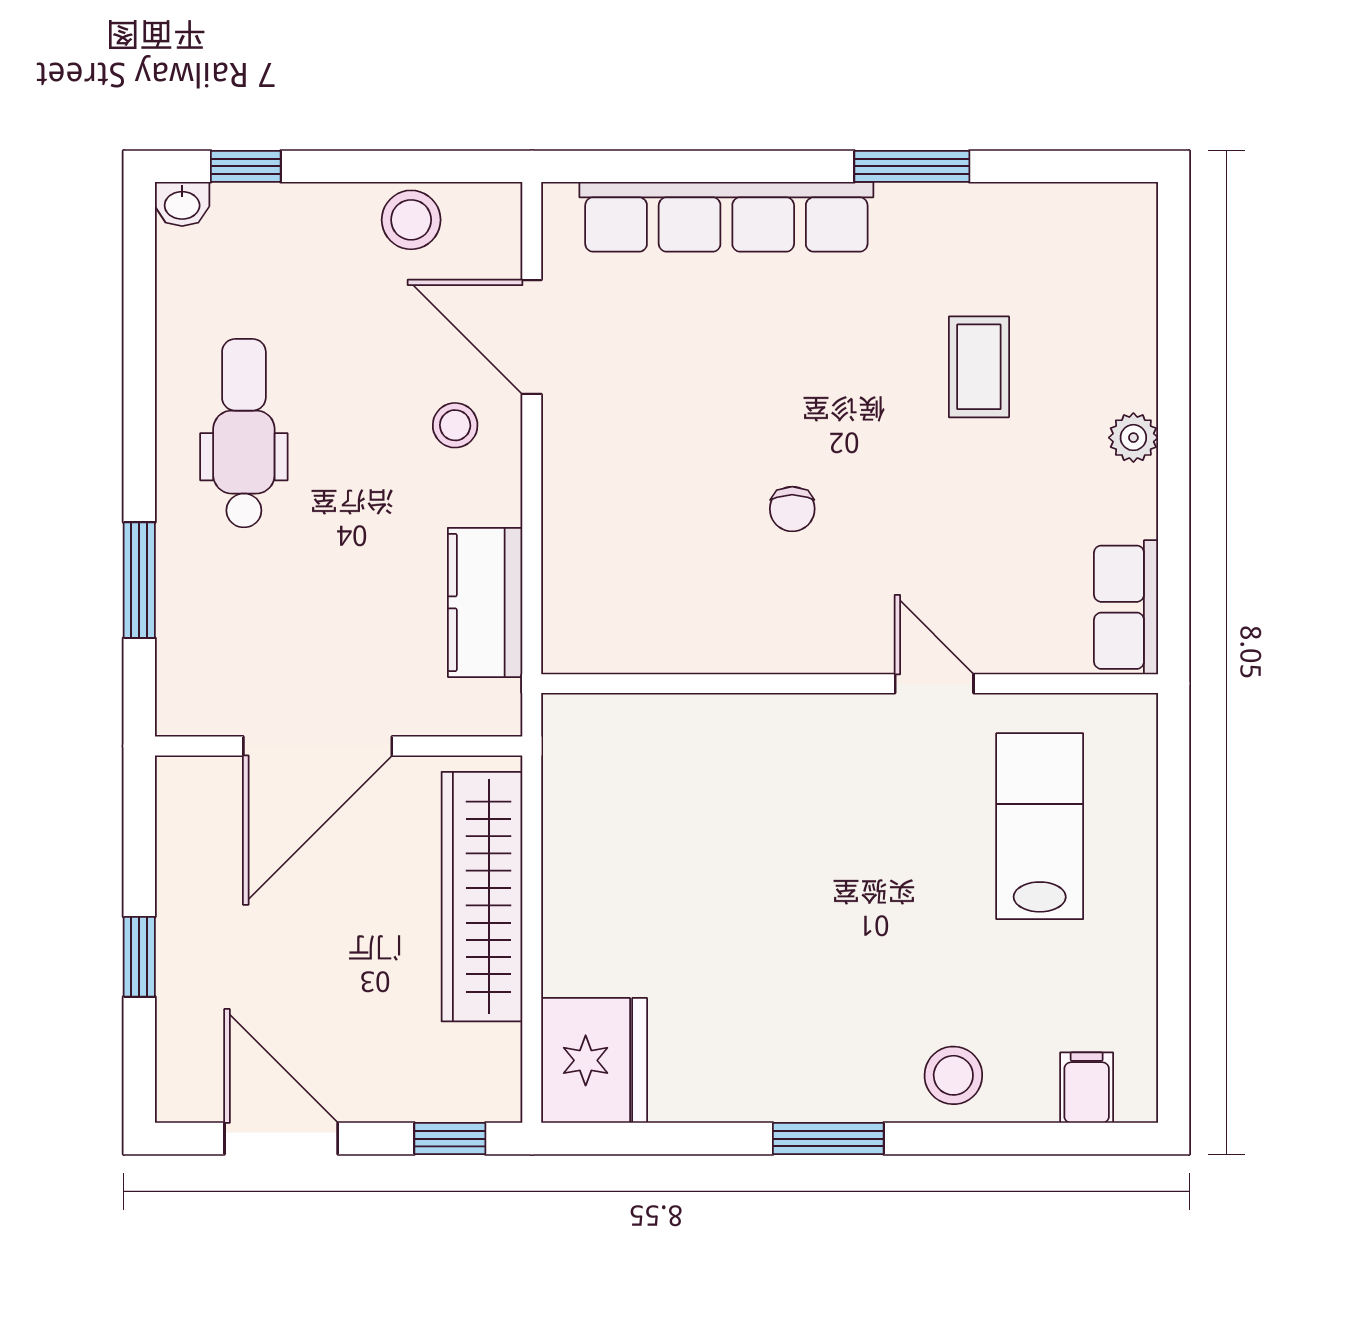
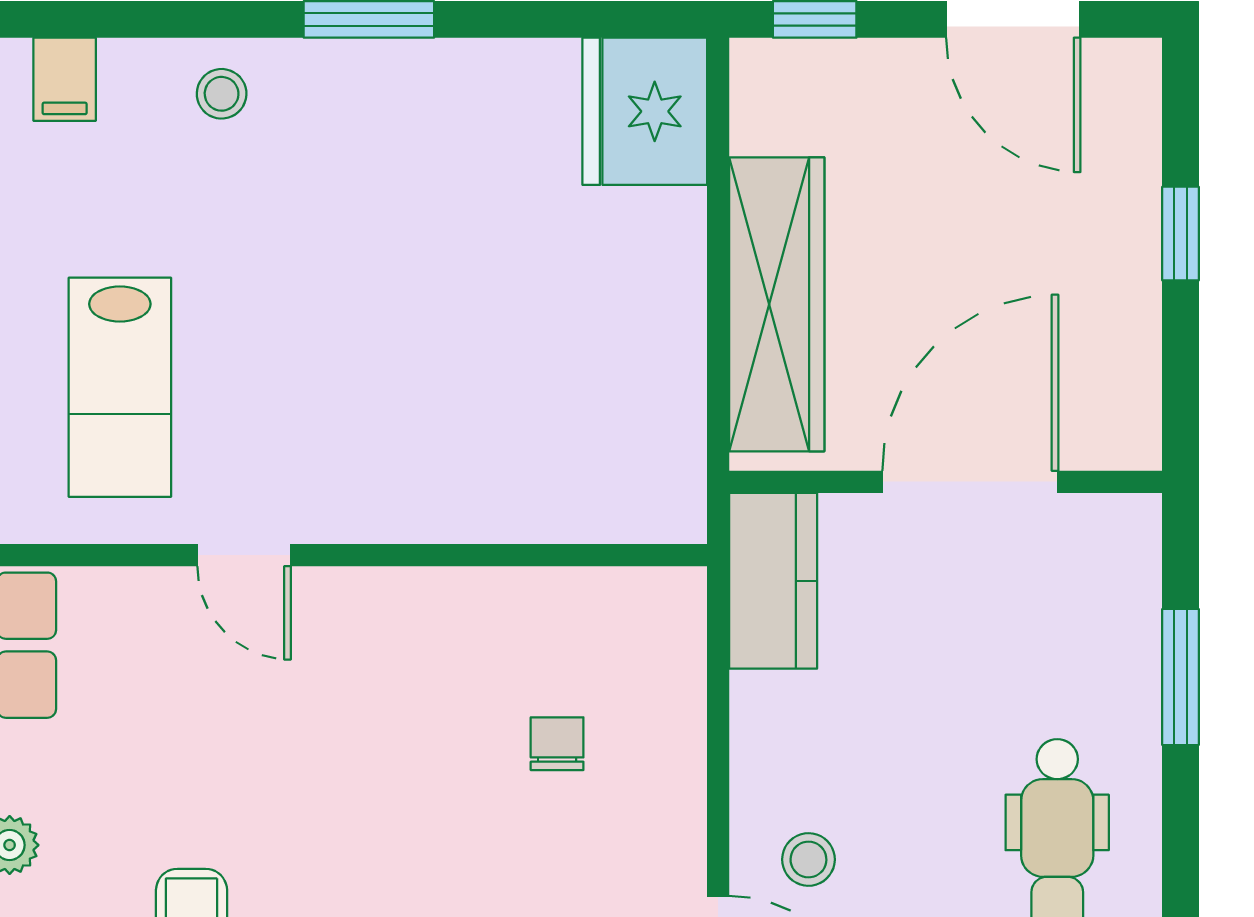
chair: (792, 509) -> (557, 744), moved
kitchen counter: (485, 602) -> (773, 581), moved
stool: (953, 1075) -> (222, 94), width x0.73, depth x0.73

